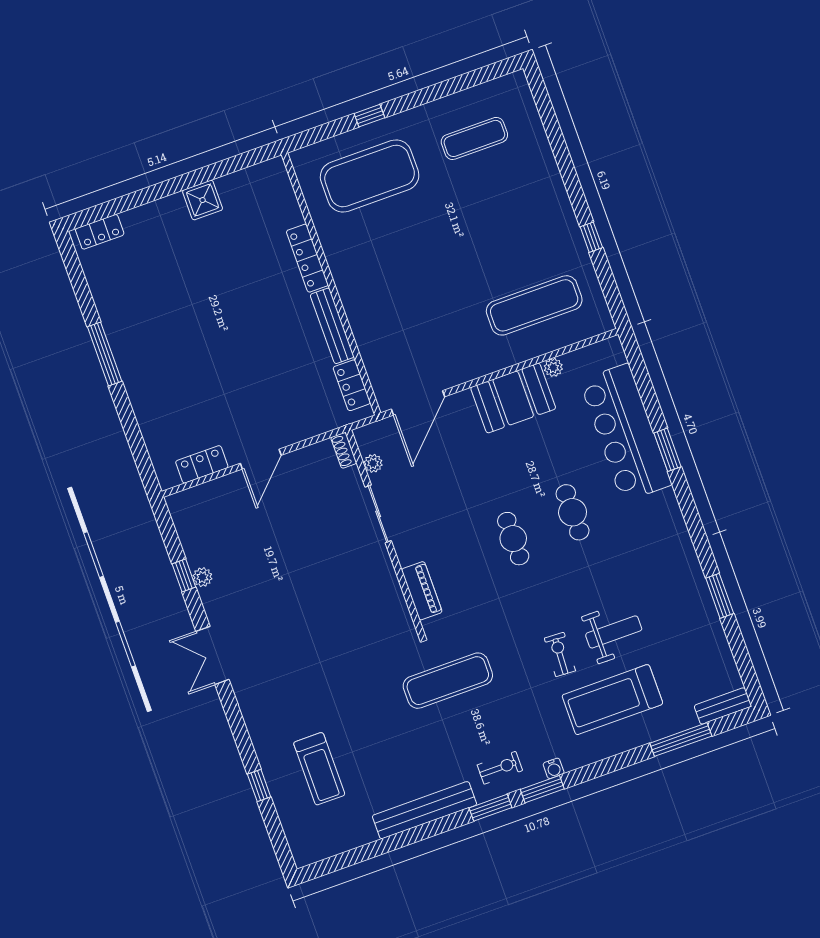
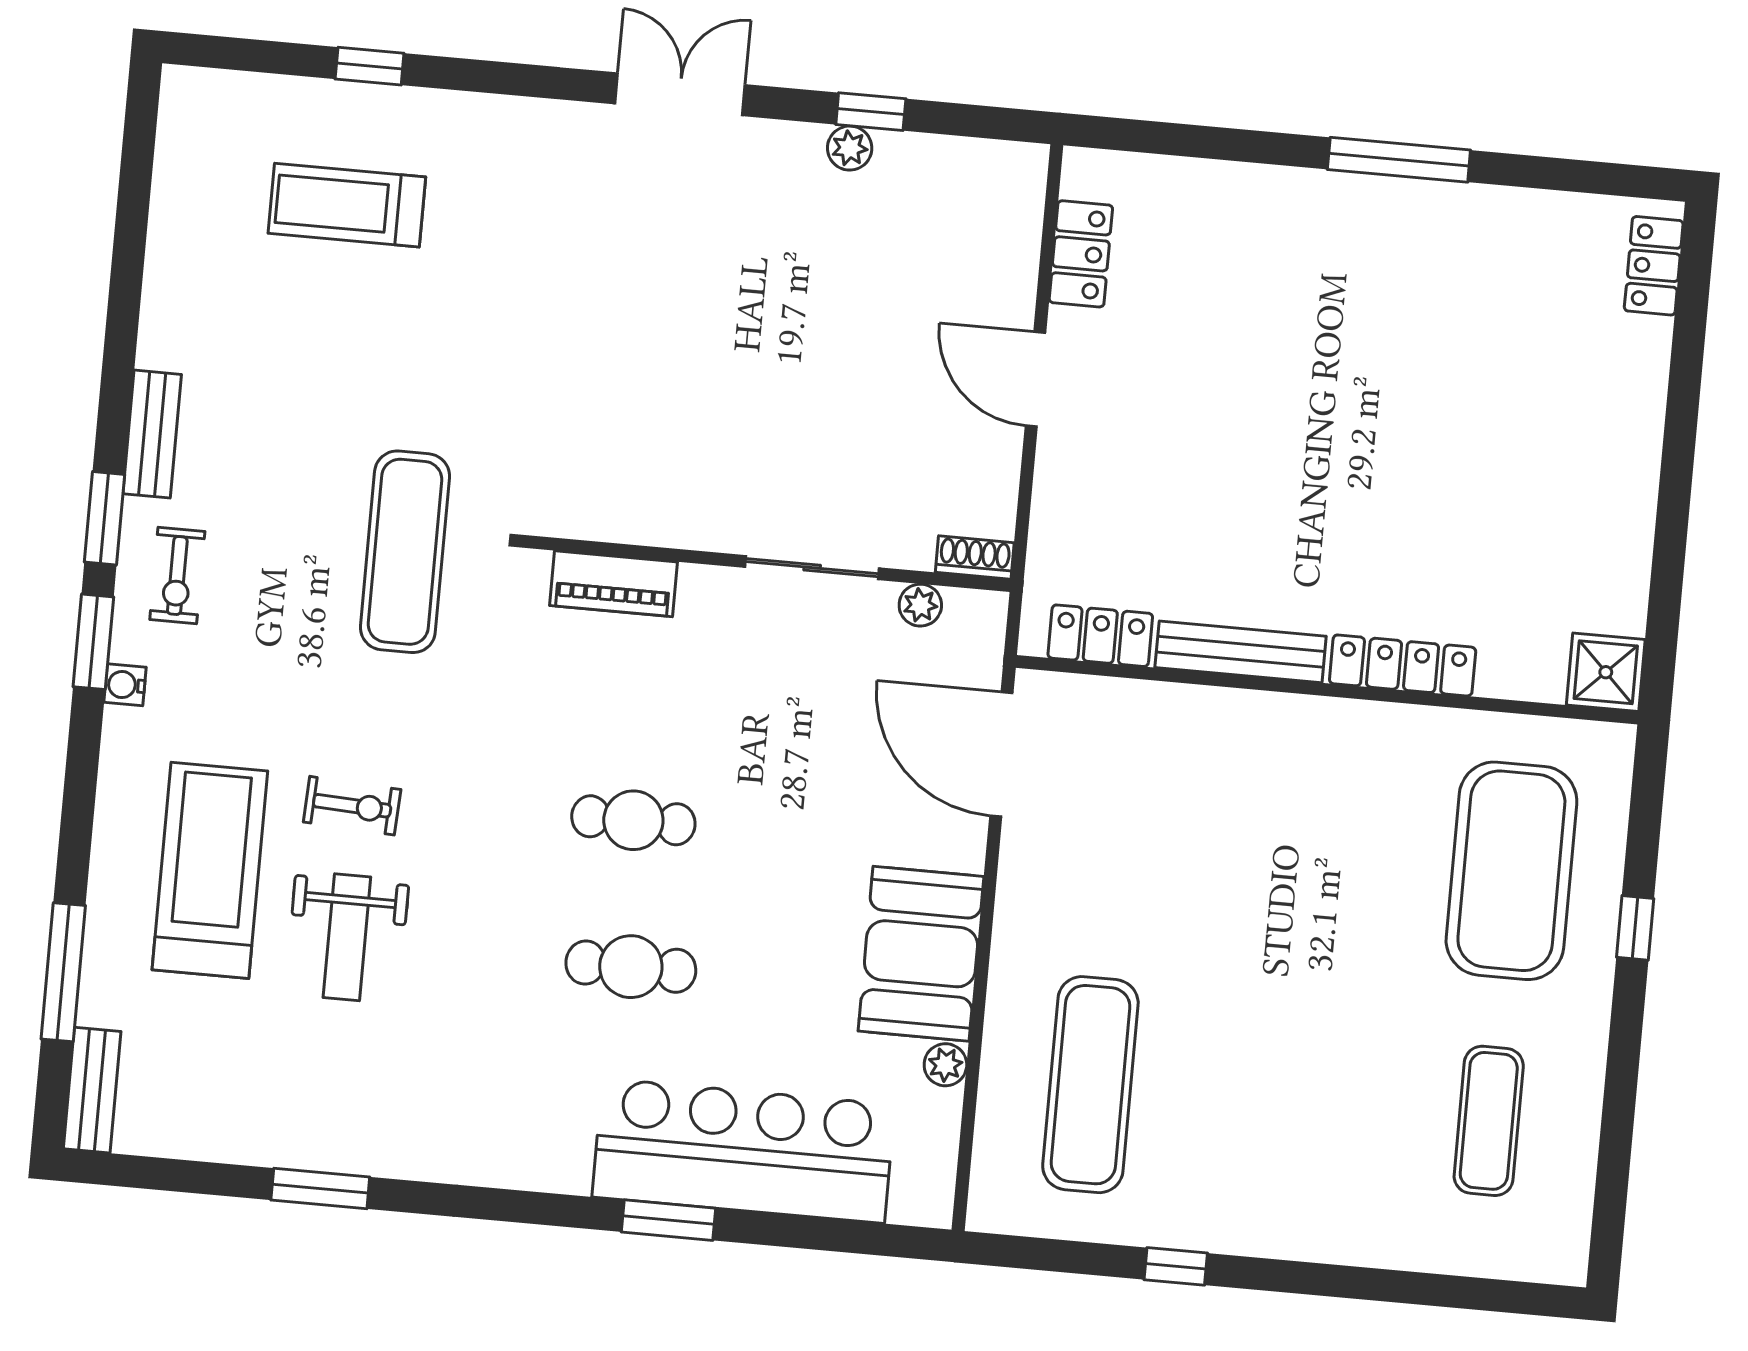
shower: (203, 200) -> (1606, 672), moved
bench: (425, 810) -> (152, 434), width x0.54, depth x0.82

